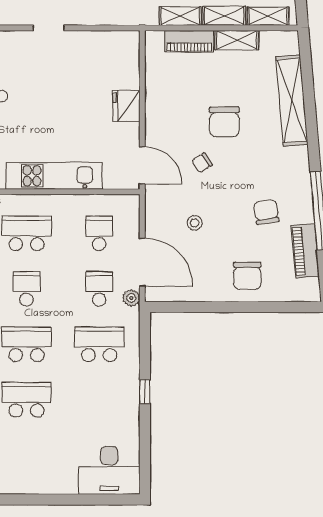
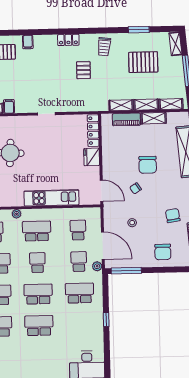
locker: (130, 59) -> (93, 131), added
window: (182, 307) -> (126, 271), added

